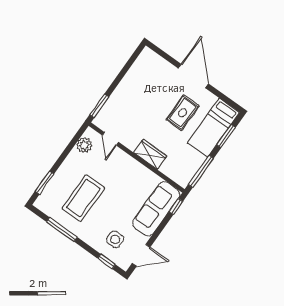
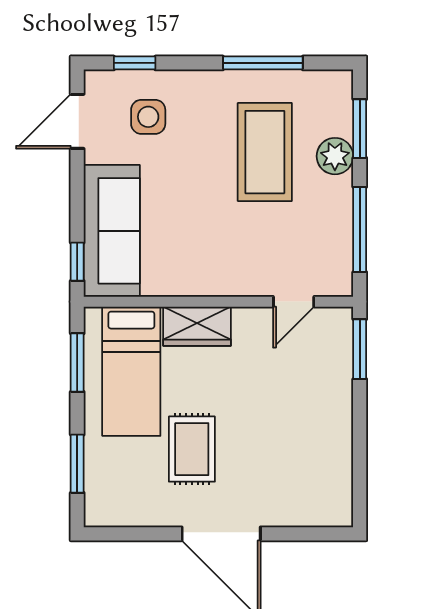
bed: (213, 128) -> (131, 371), moved, turned 180
door: (110, 139) -> (294, 302), swing flipped
plant: (84, 145) -> (335, 156), moved
window: (69, 148) -> (360, 229), added
window: (201, 171) -> (77, 363), width x0.69

